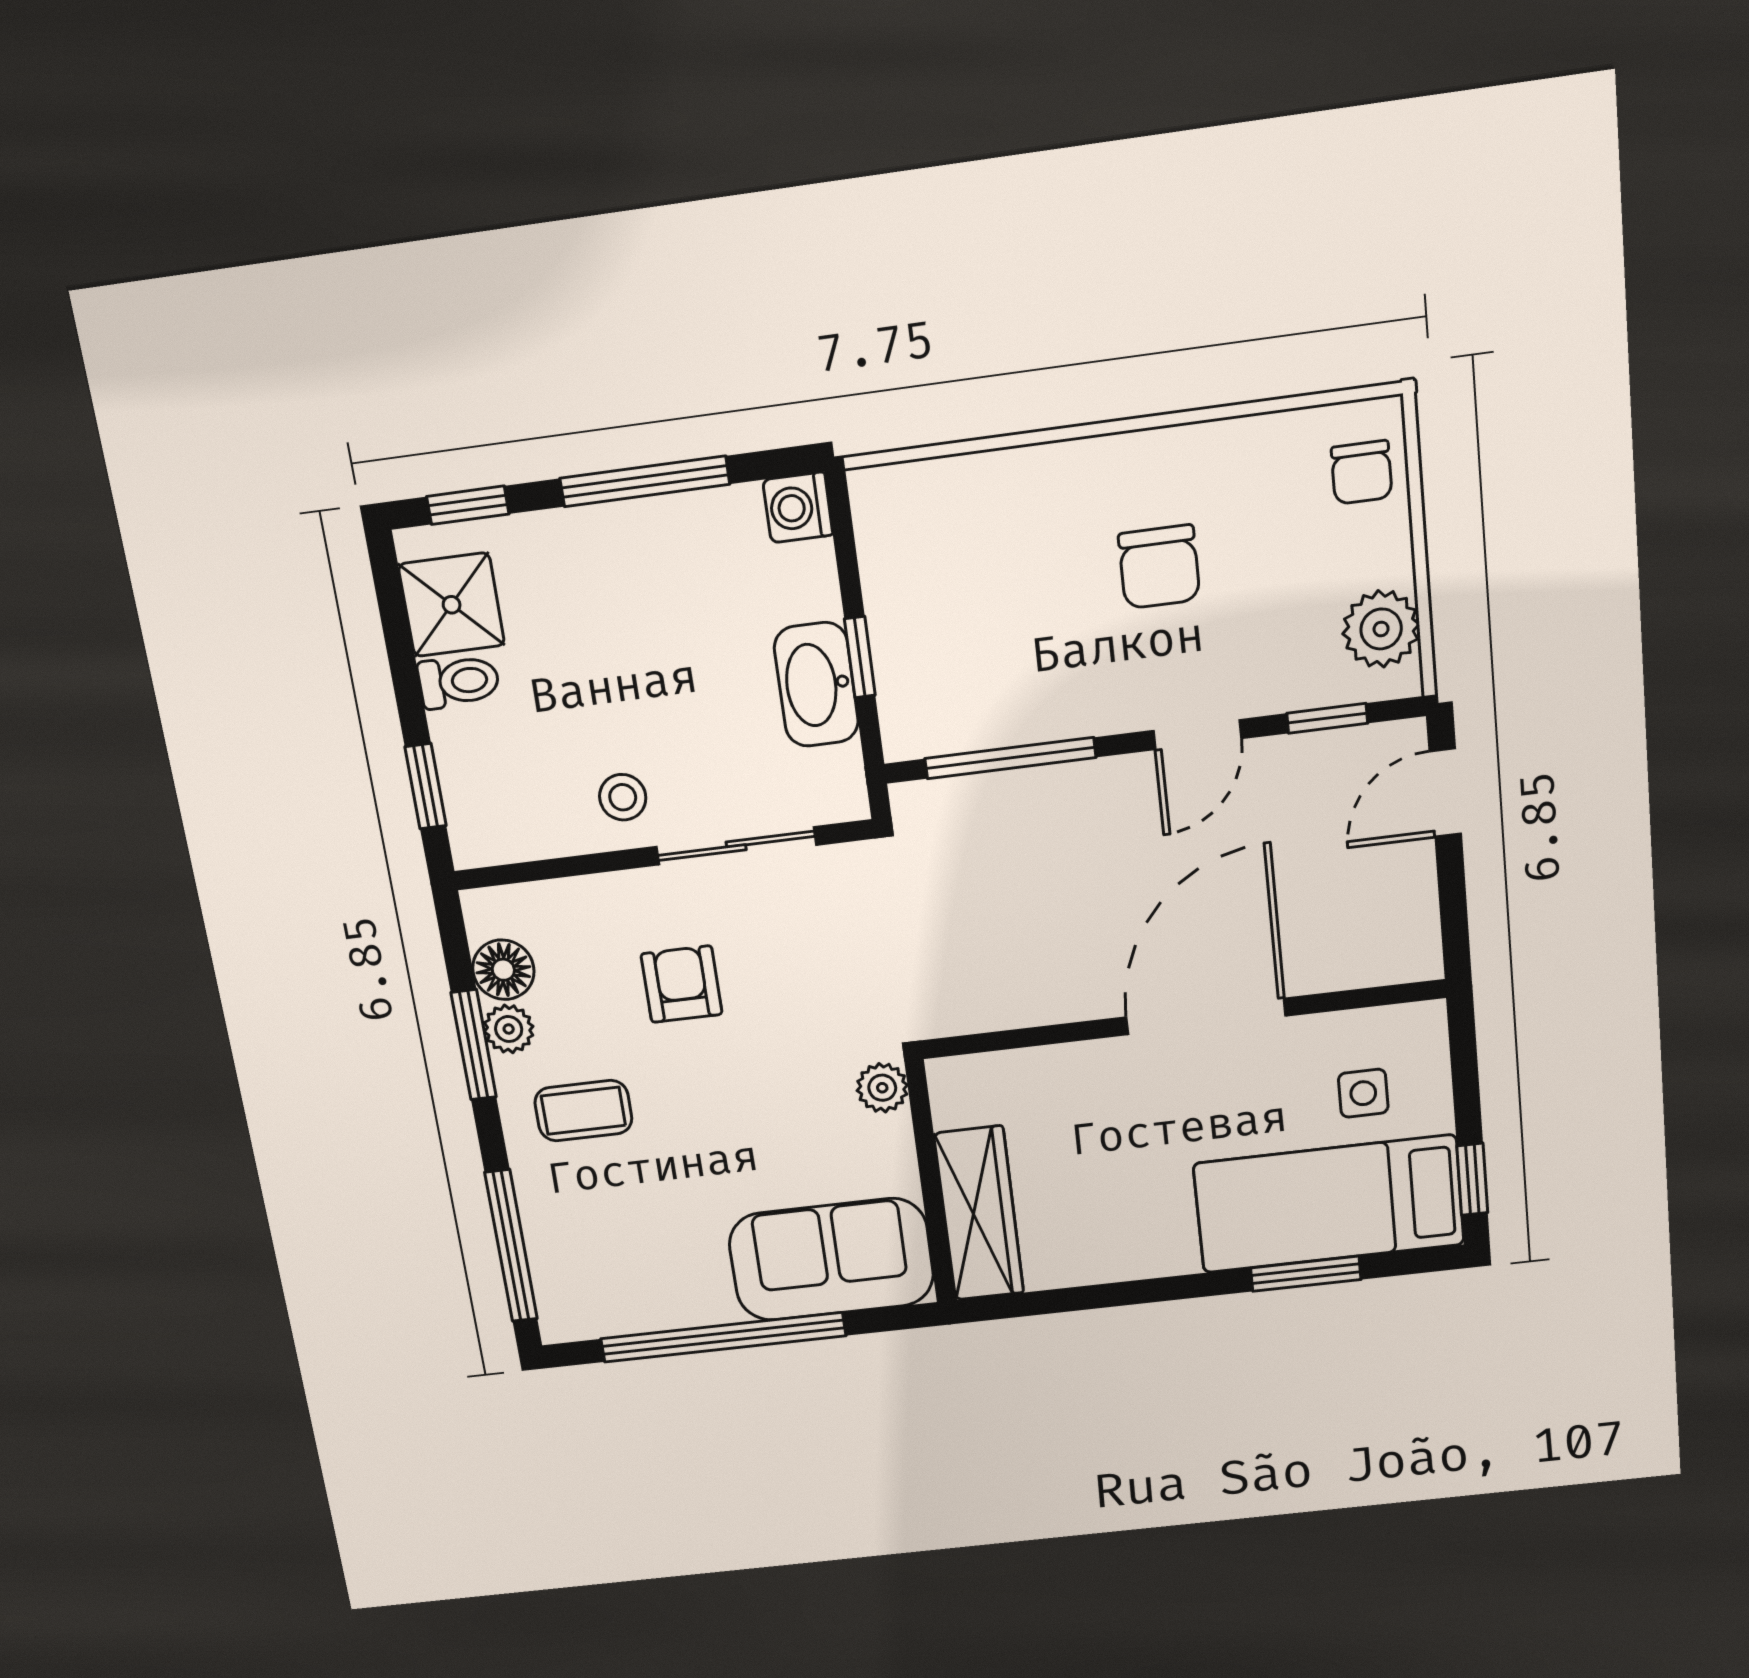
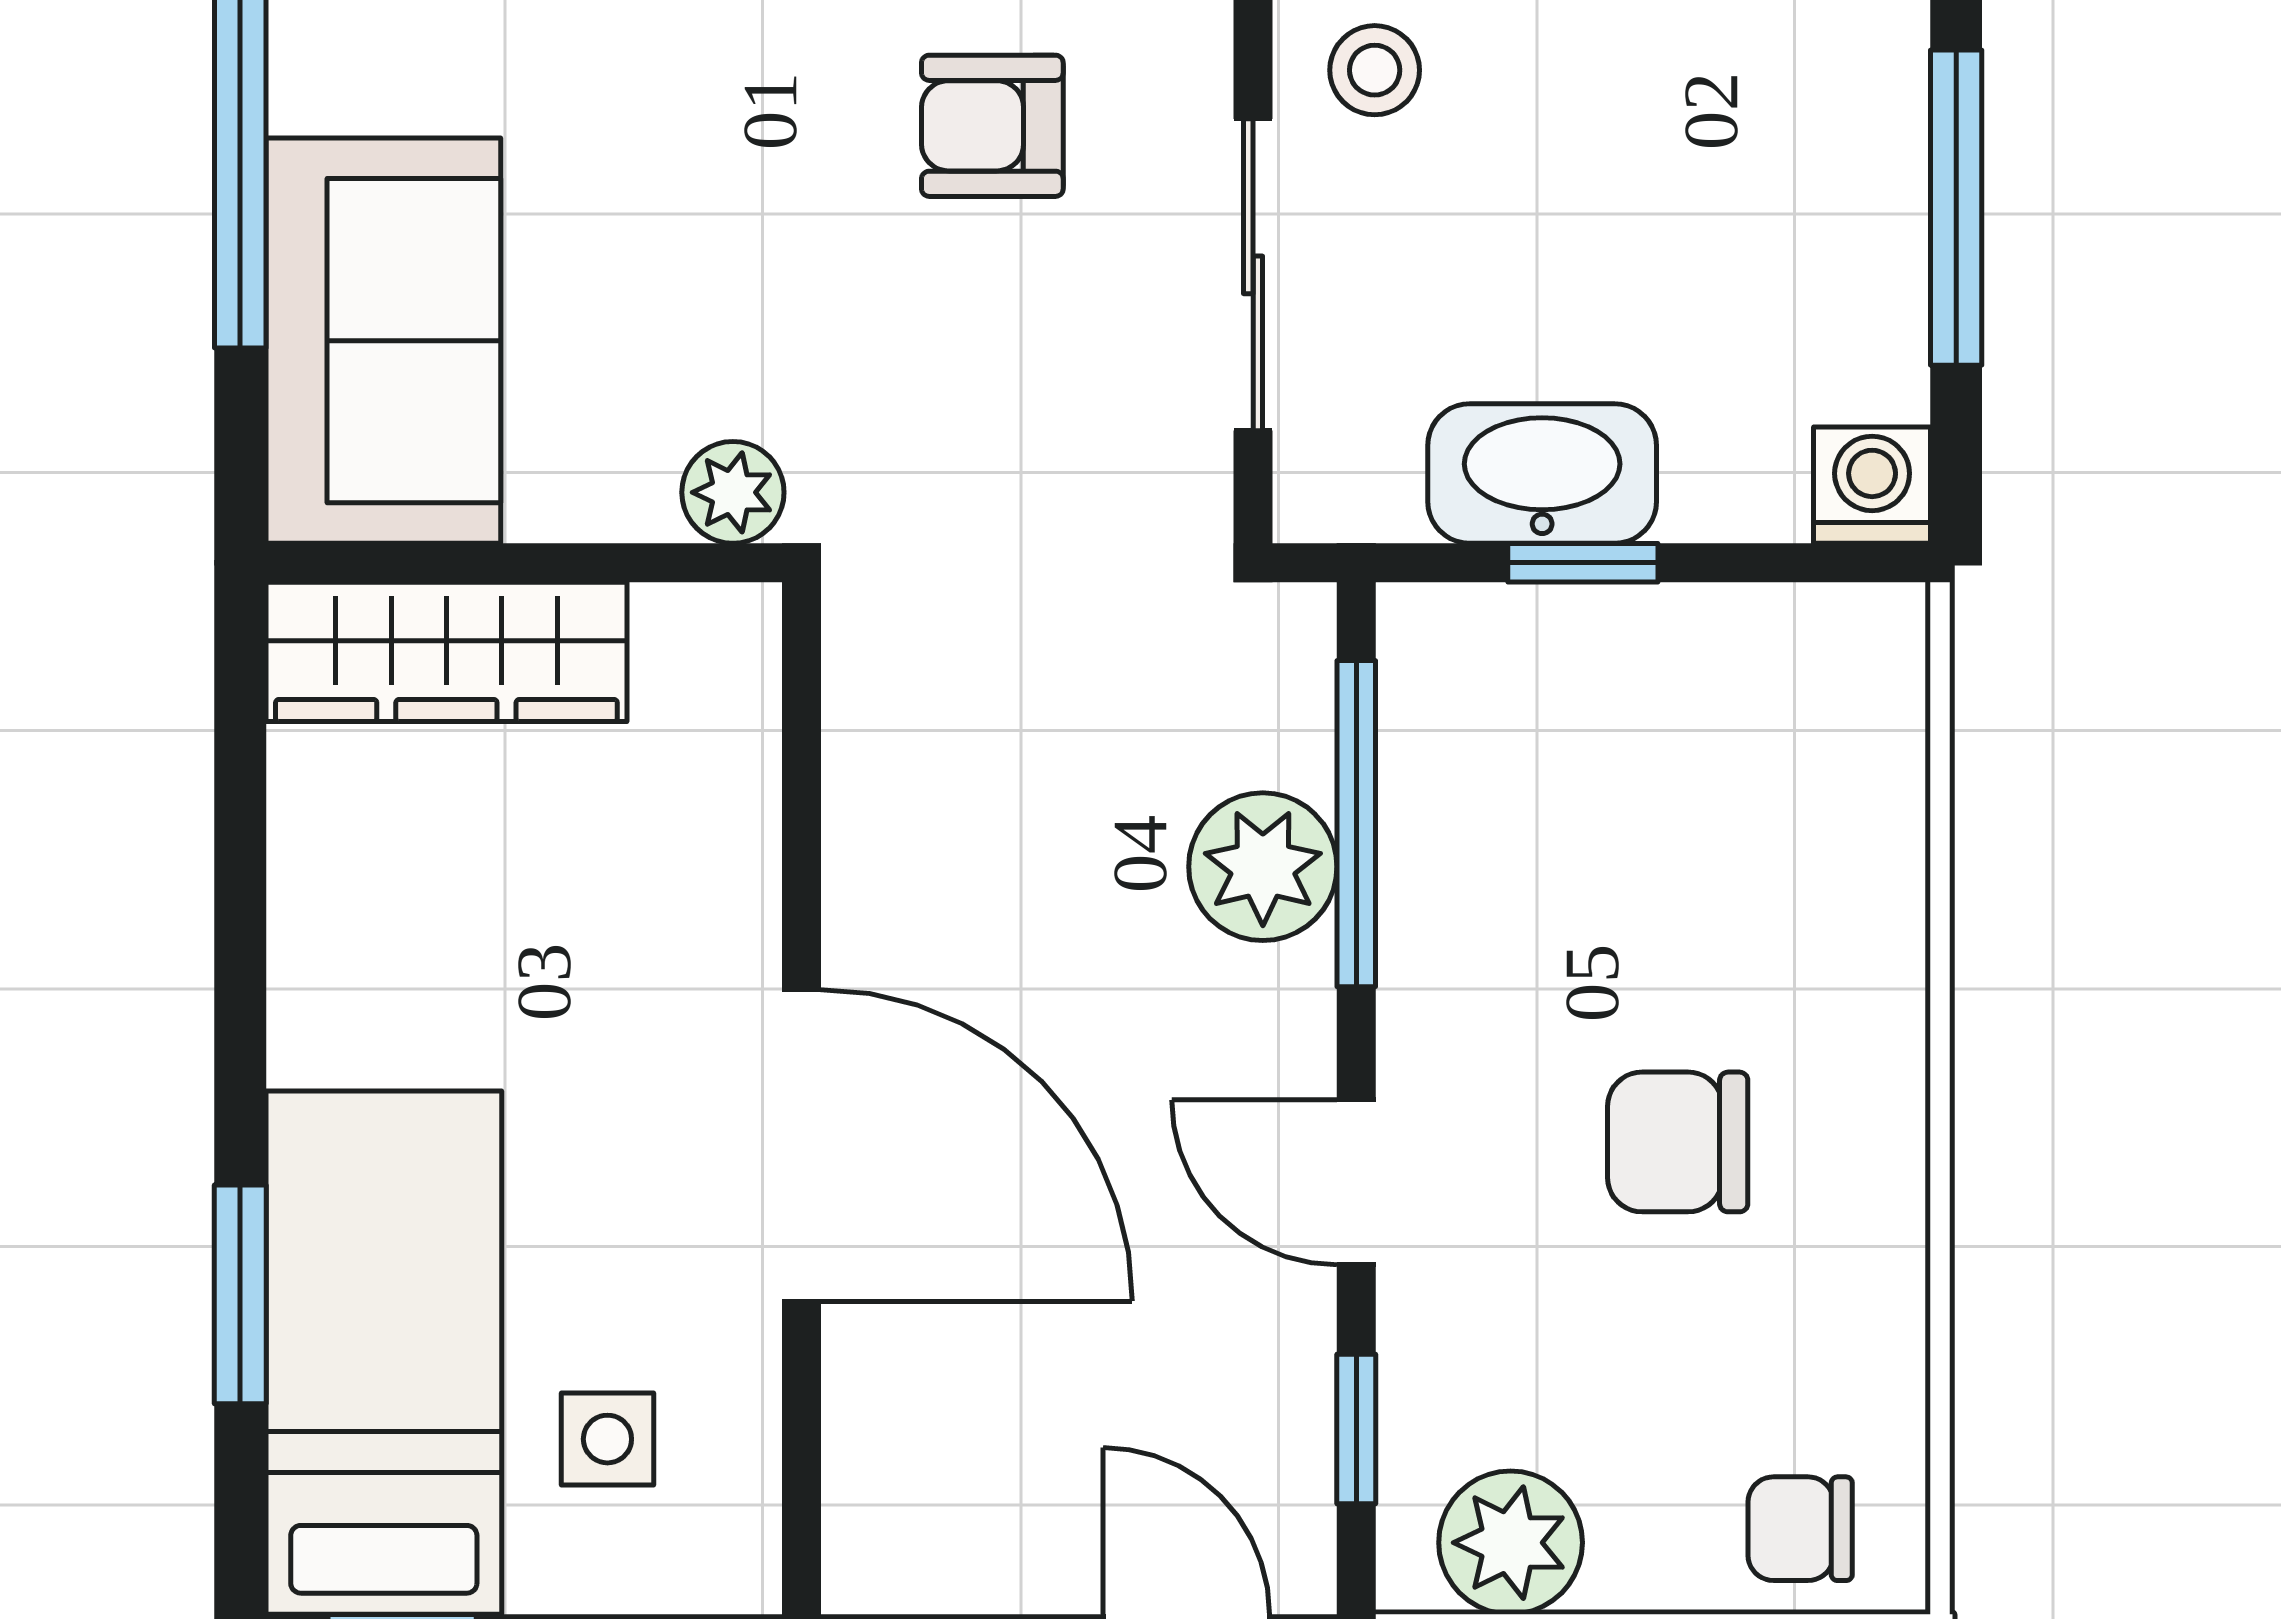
plant: (1038, 803) -> (1263, 867), added
armchair: (681, 984) -> (992, 126), turned 180

